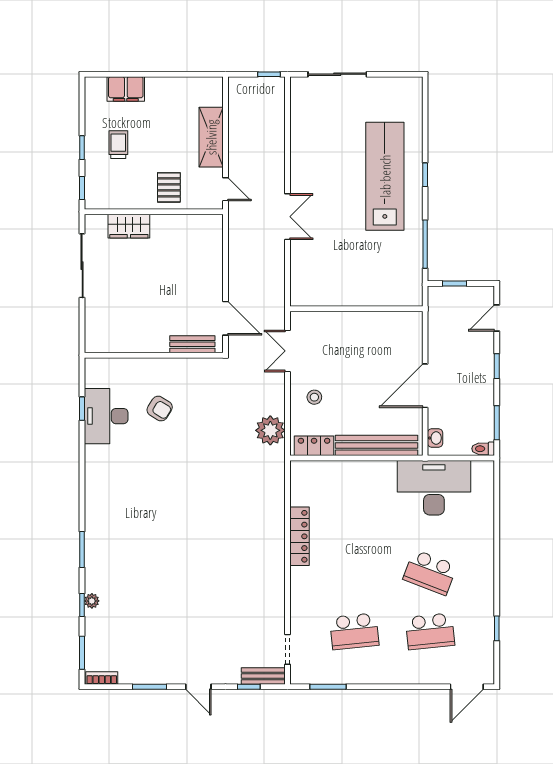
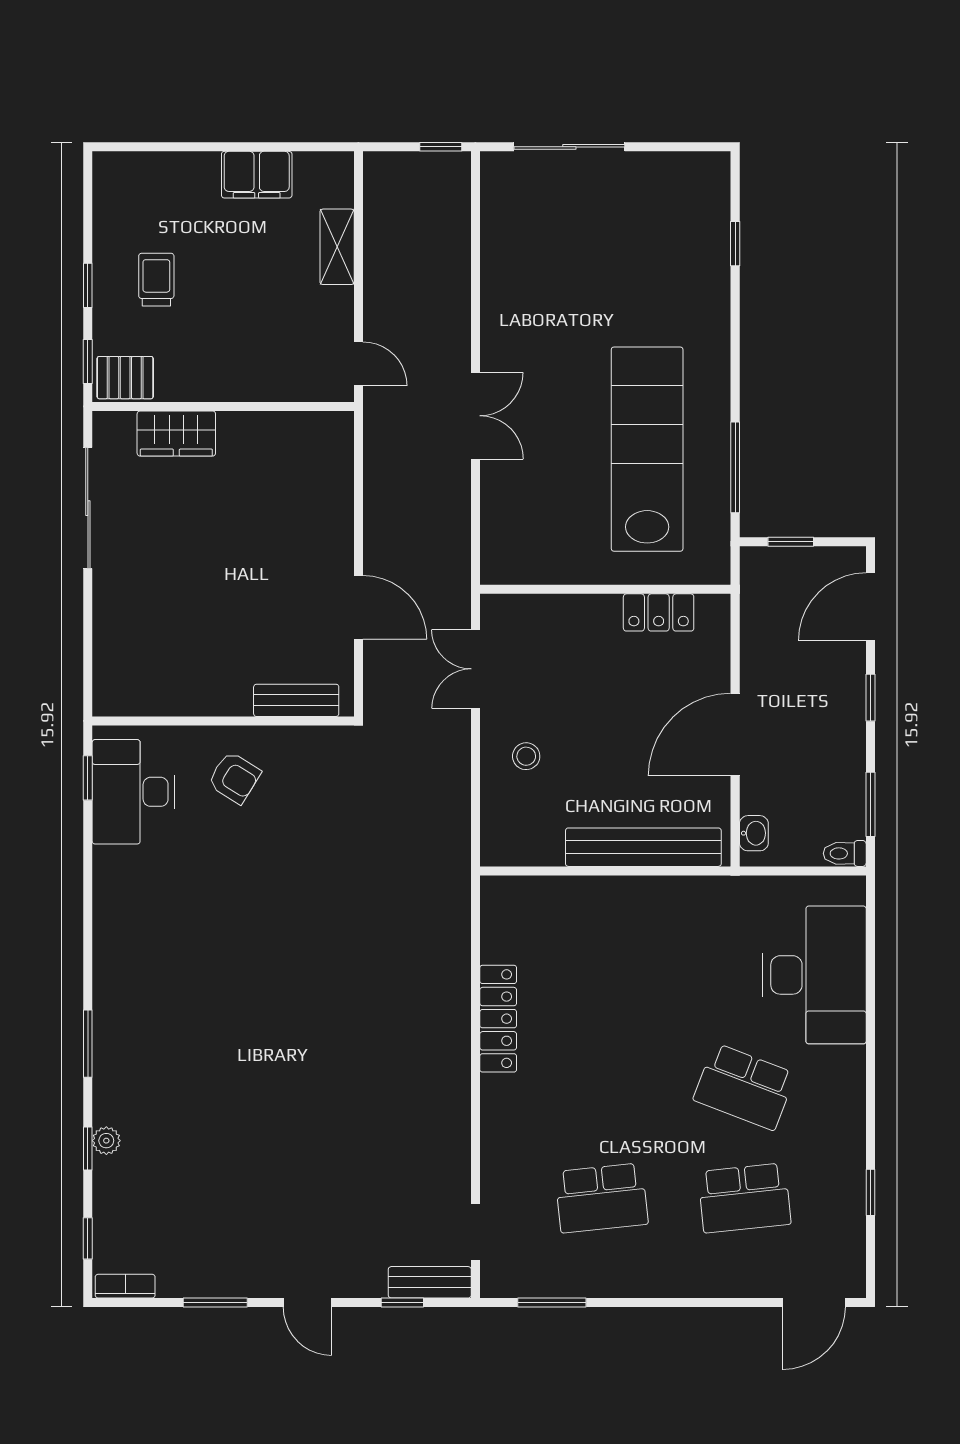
filing cabinet: (126, 89) -> (257, 175), moved
shelving: (211, 137) -> (337, 247), width x0.67, depth x0.75
window: (425, 175) -> (735, 244), moved
lab bench: (385, 176) -> (647, 449), moved
pallet: (169, 187) -> (125, 378), moved, turned 90
door: (497, 318) -> (870, 607), width x1.38
bench: (192, 344) -> (296, 700), moved
wall: (154, 355) -> (223, 721), moved
plant: (270, 430) -> (443, 819), removed
locker: (314, 446) -> (659, 612), moved, turned 180
desk: (434, 488) -> (814, 975), moved, turned 90
window: (82, 653) -> (88, 1238), width x0.67

